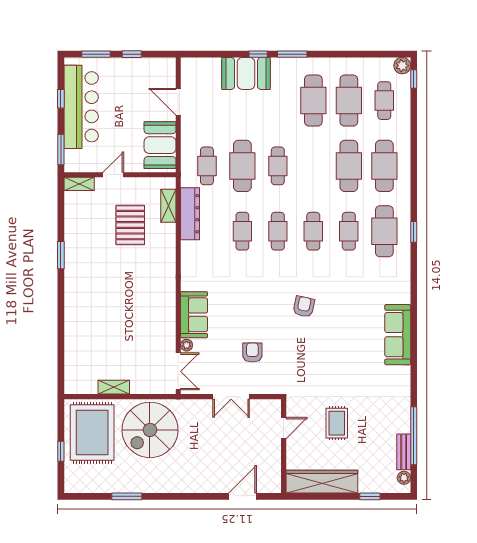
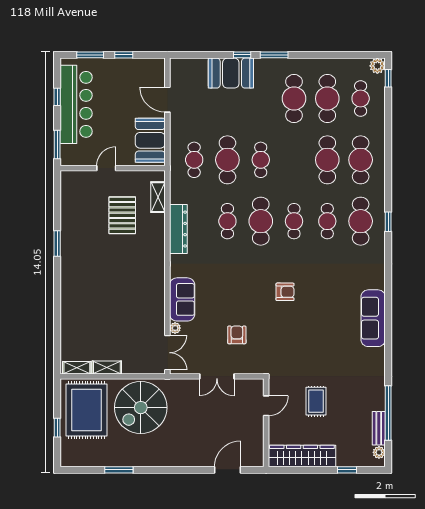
shelving: (79, 184) -> (77, 368), moved
dresser: (190, 214) -> (178, 229), moved
cafe table: (278, 231) -> (261, 221), width x1.37, depth x1.35
armchair: (304, 307) -> (285, 292), turned 78

